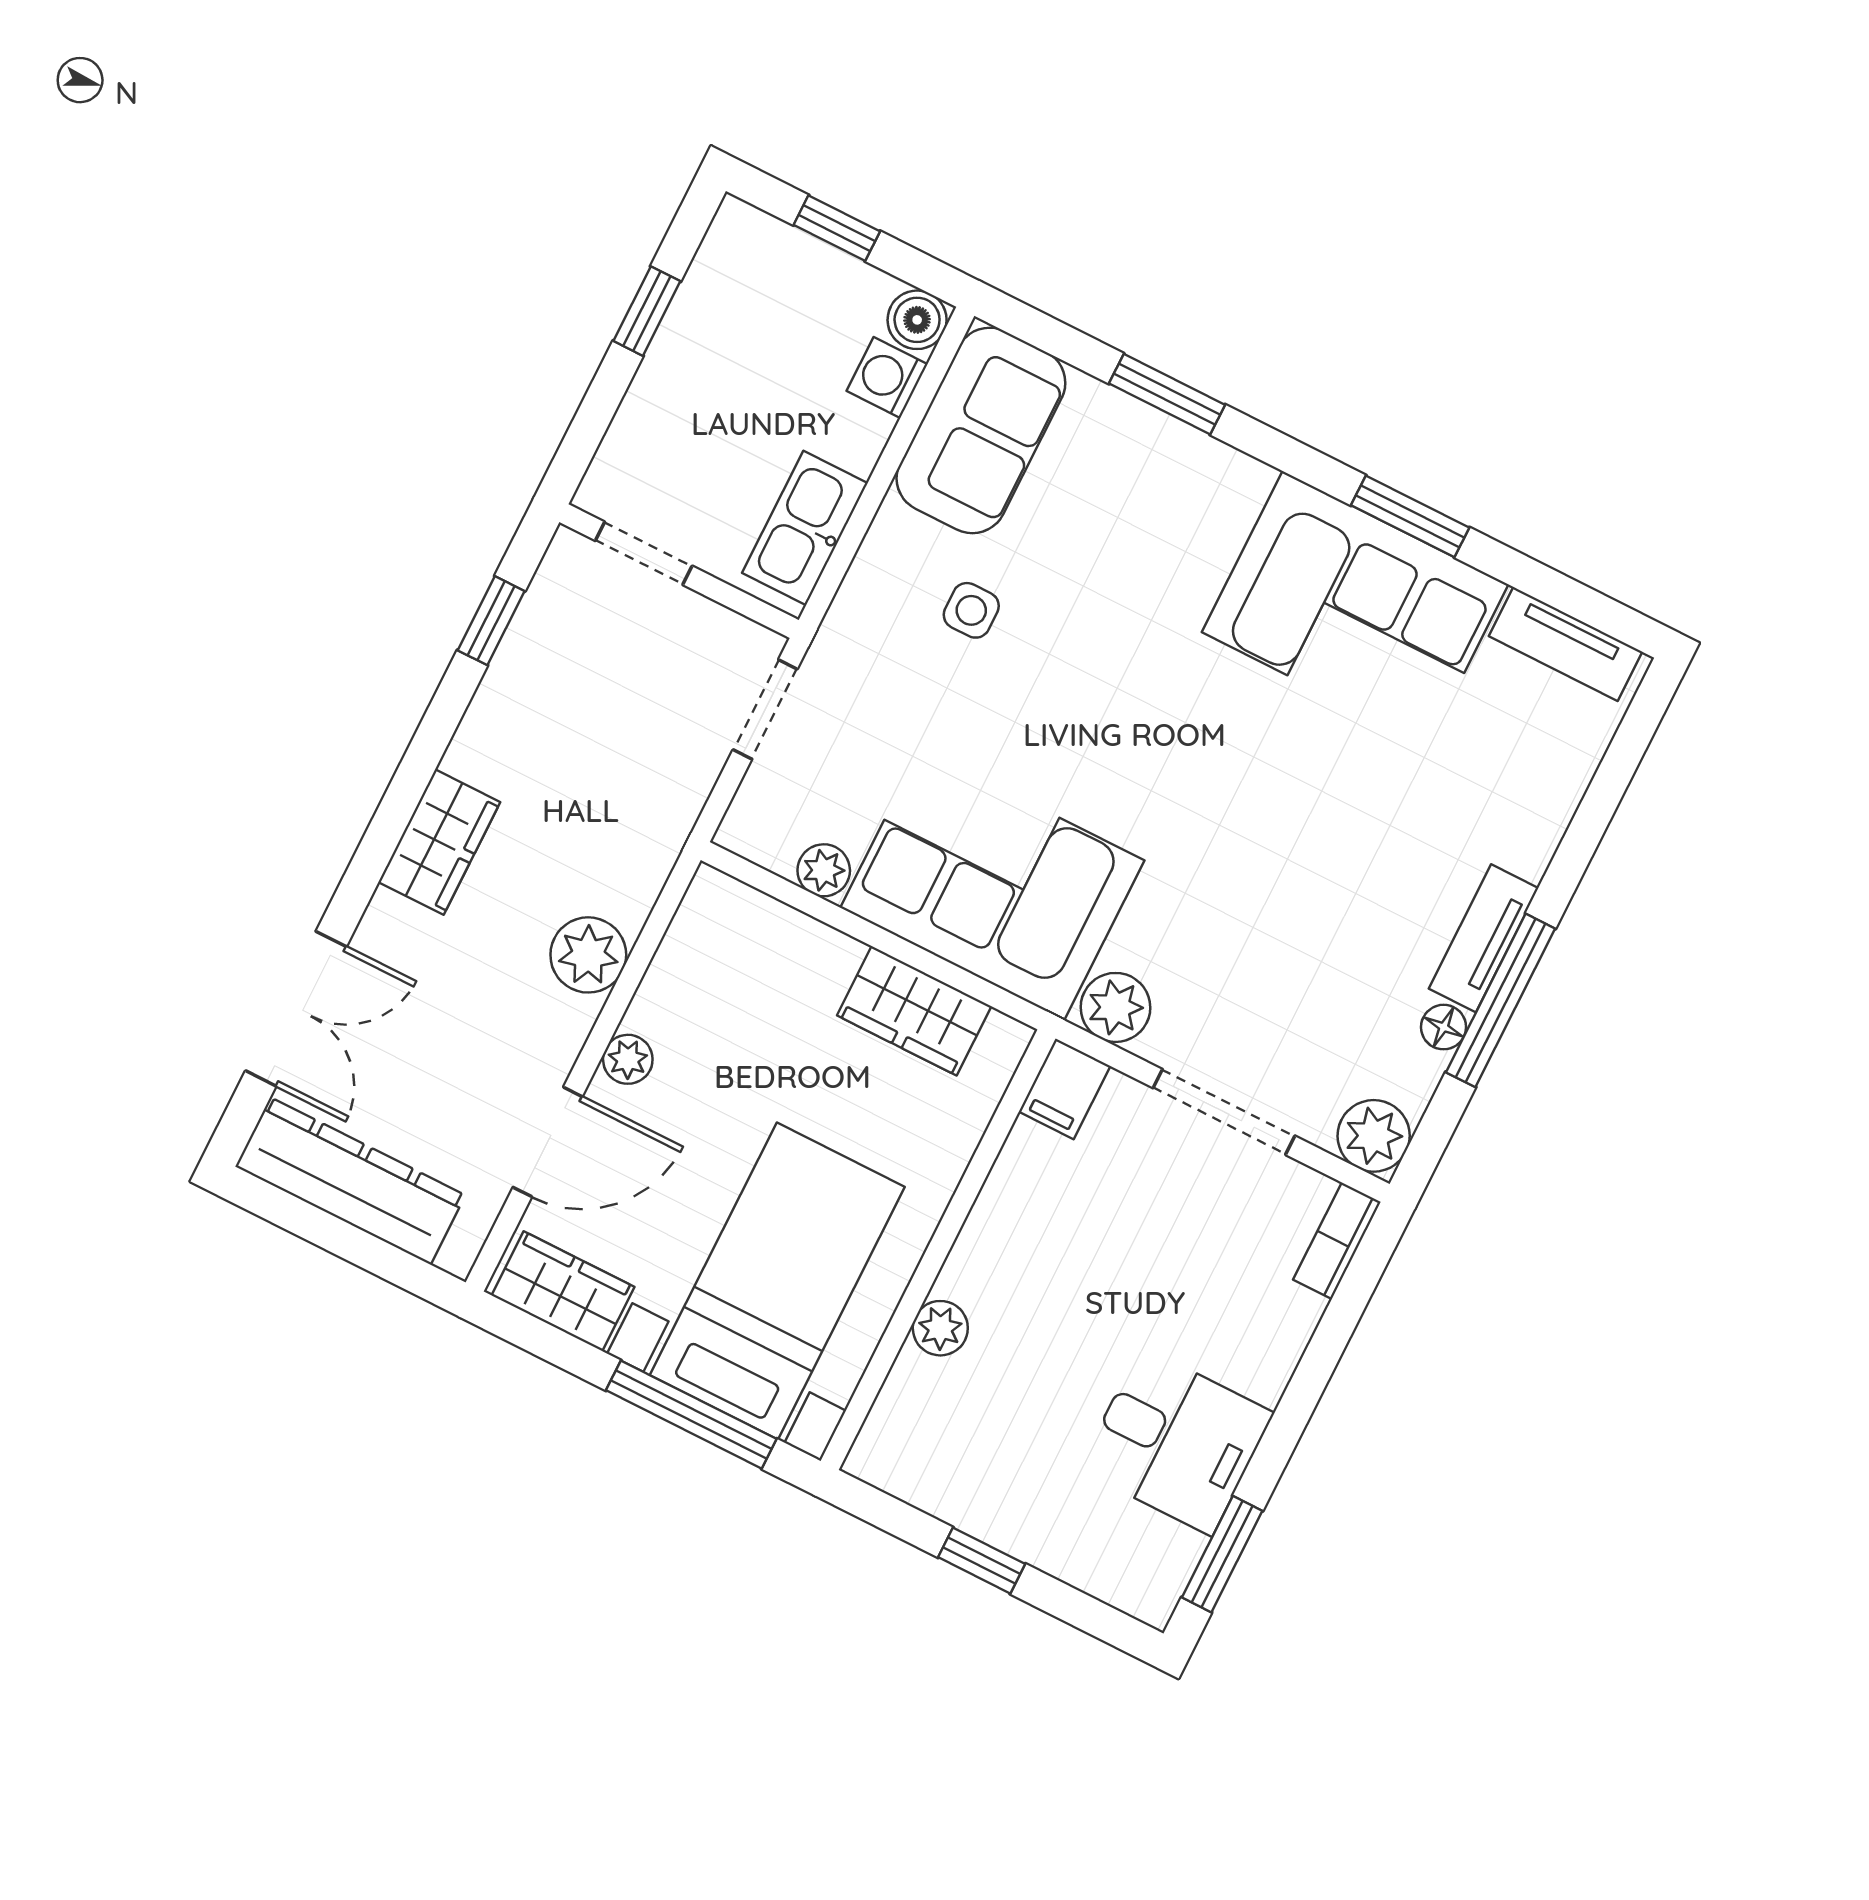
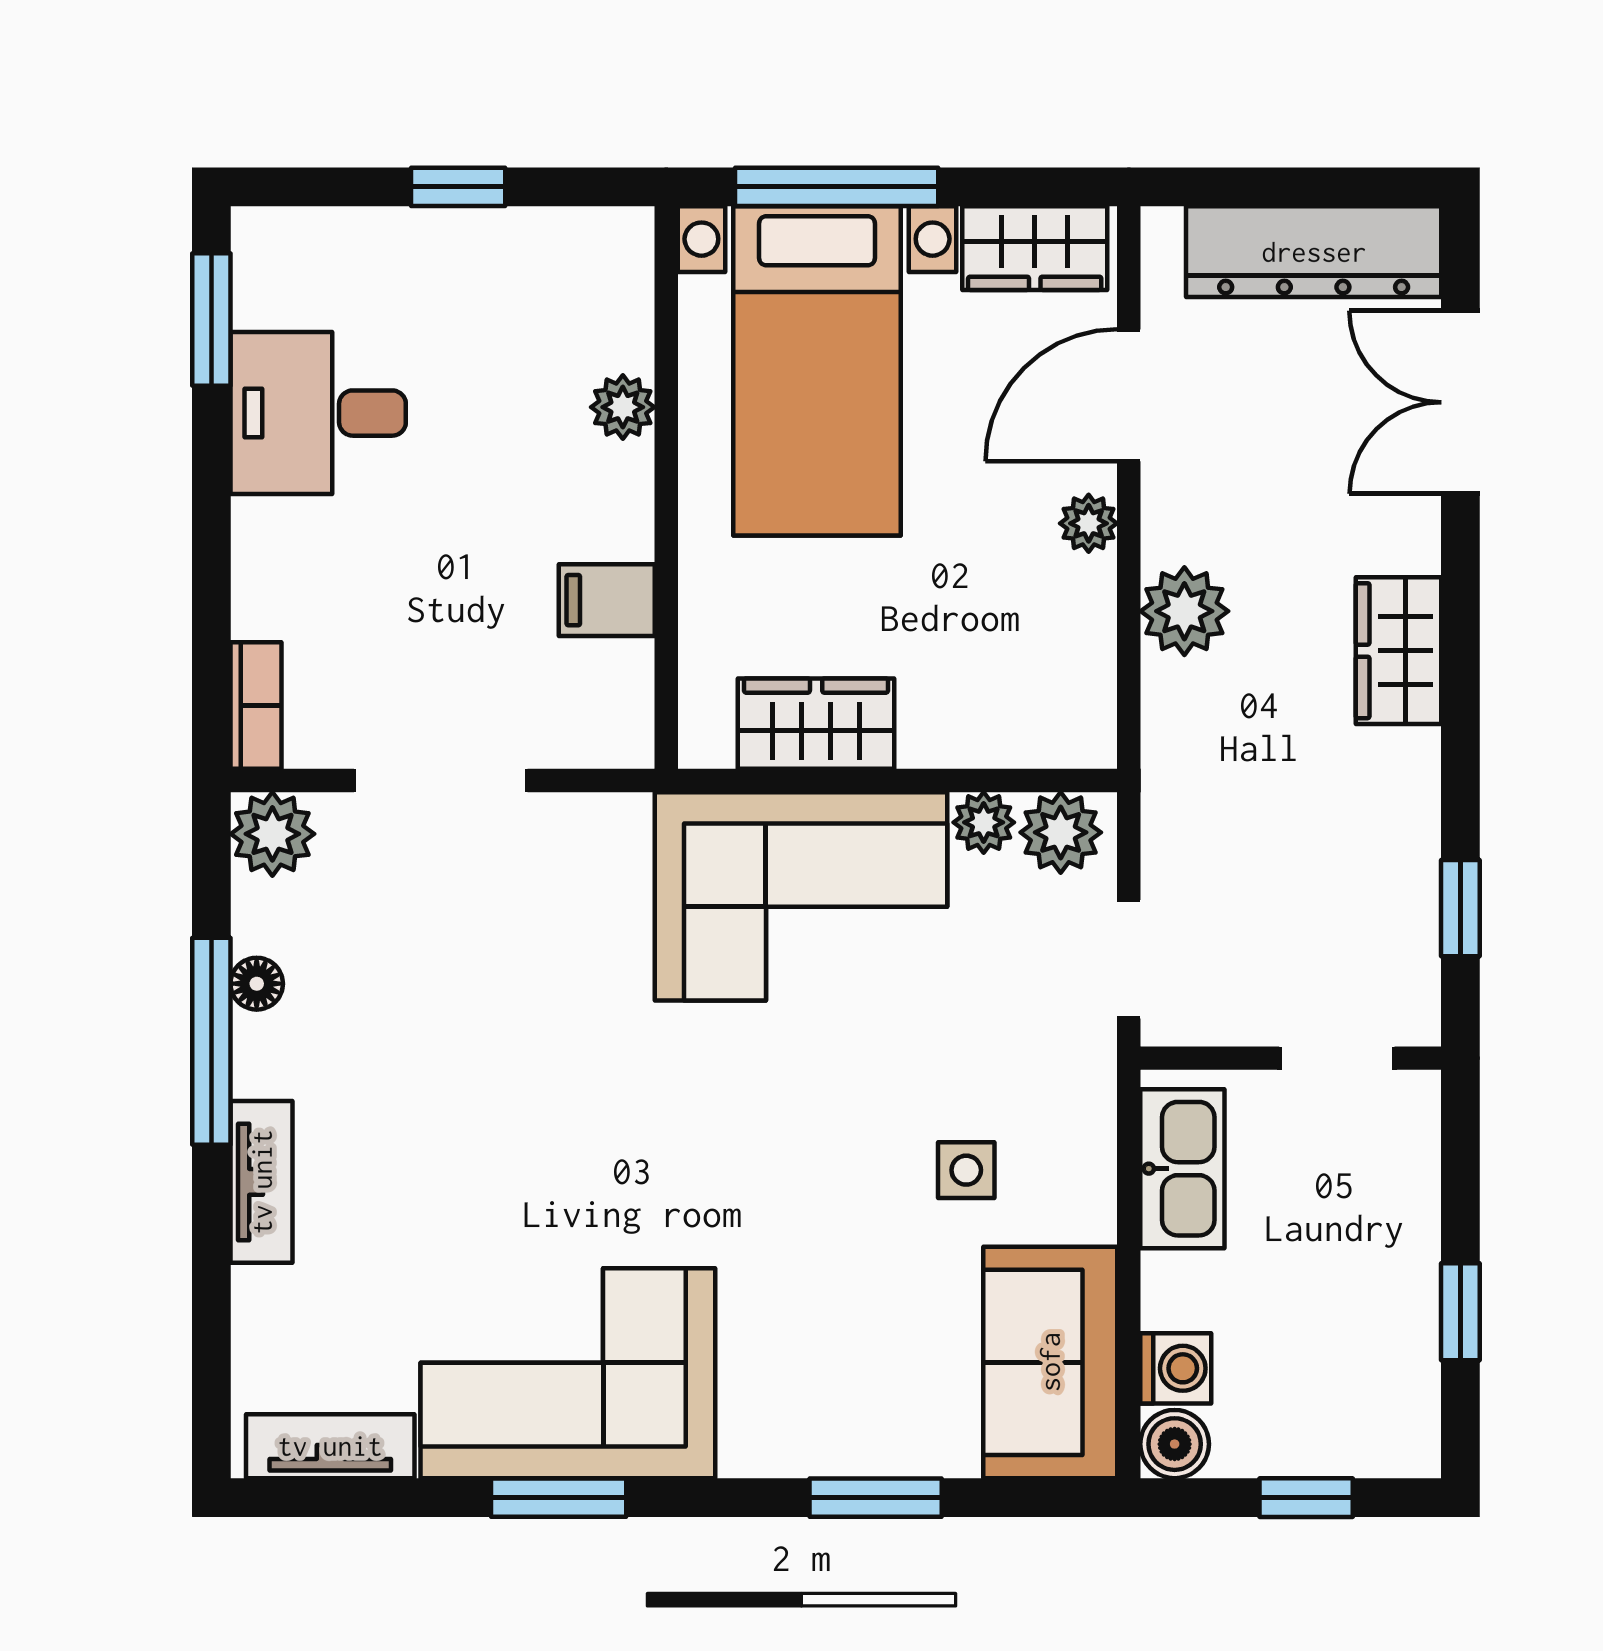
tv unit: (1484, 938) -> (262, 1182), moved
plant: (1115, 1007) -> (1061, 832), moved
filing cabinet: (1065, 1089) -> (607, 600), moved, turned -90

